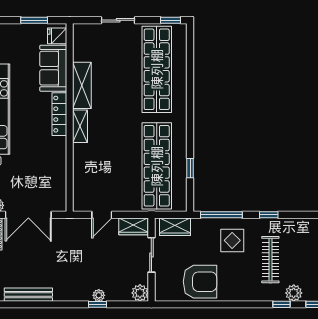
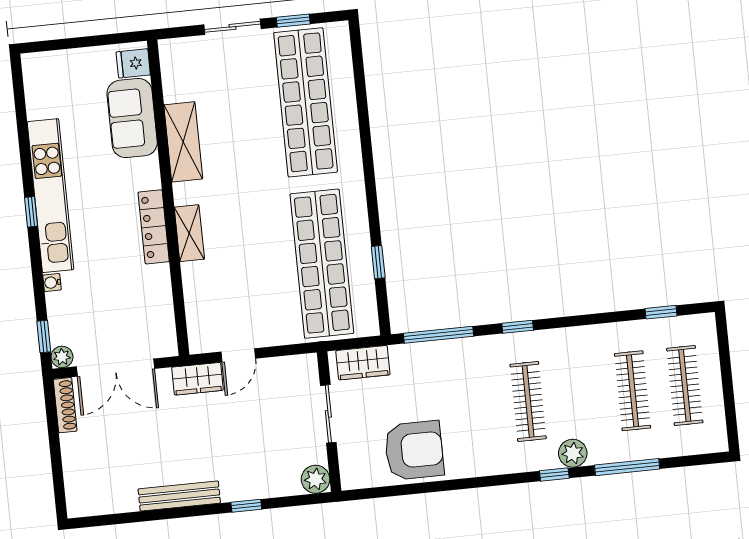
window: (34, 20) -> (92, 41), removed
window: (170, 20) -> (293, 21), moved
locker: (59, 114) -> (154, 227), moved
shelving: (80, 126) -> (189, 233), moved
wardrobe: (133, 226) -> (197, 379), moved
display table: (232, 240) -> (461, 376), removed
bench: (28, 295) -> (179, 496), moved
plant: (99, 295) -> (247, 490), removed

